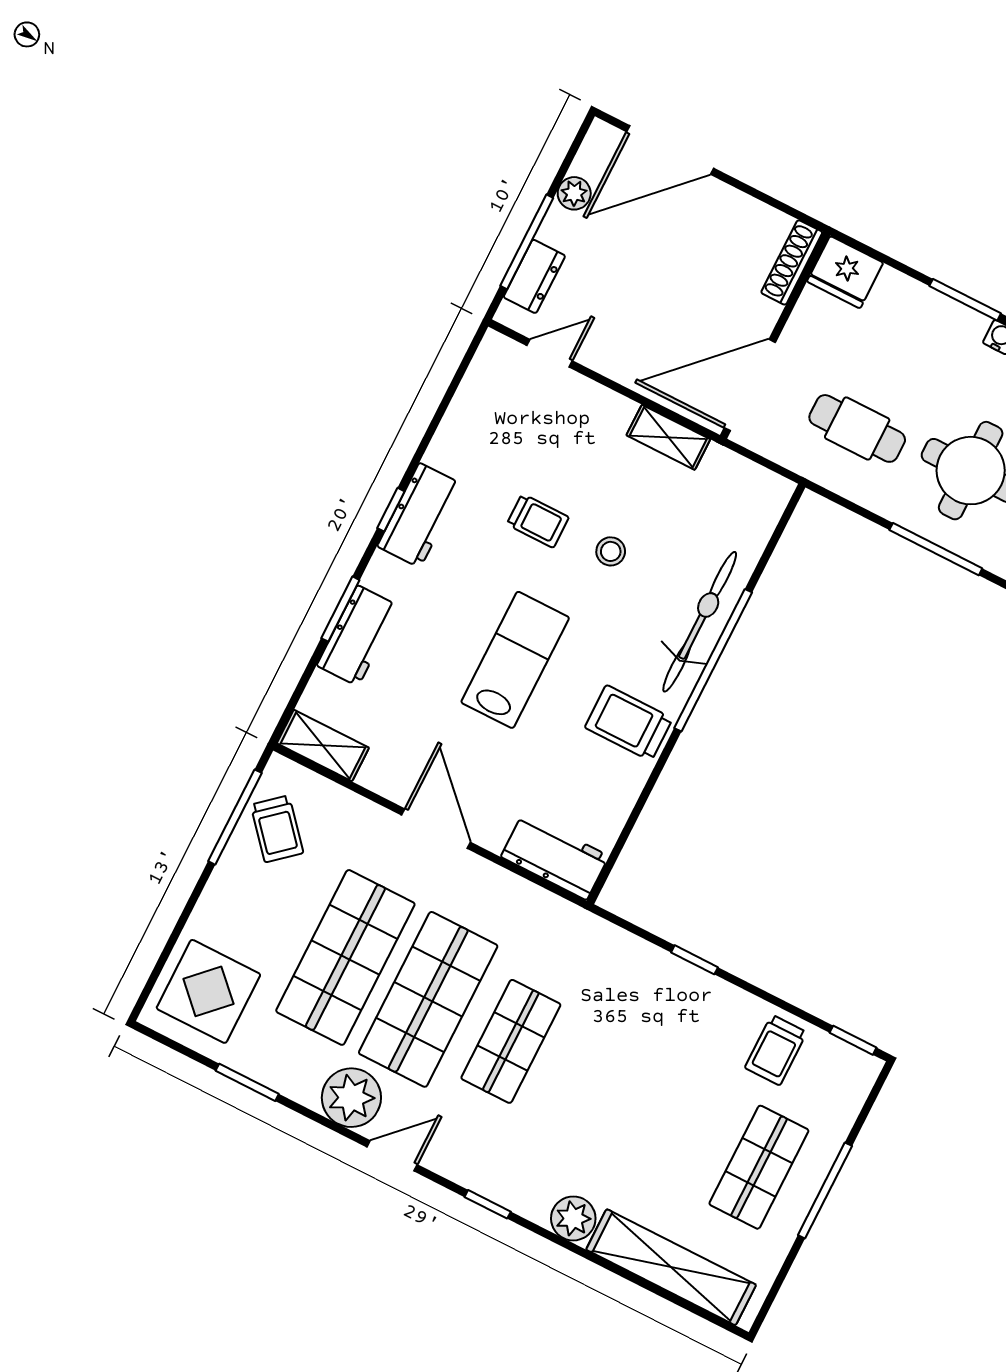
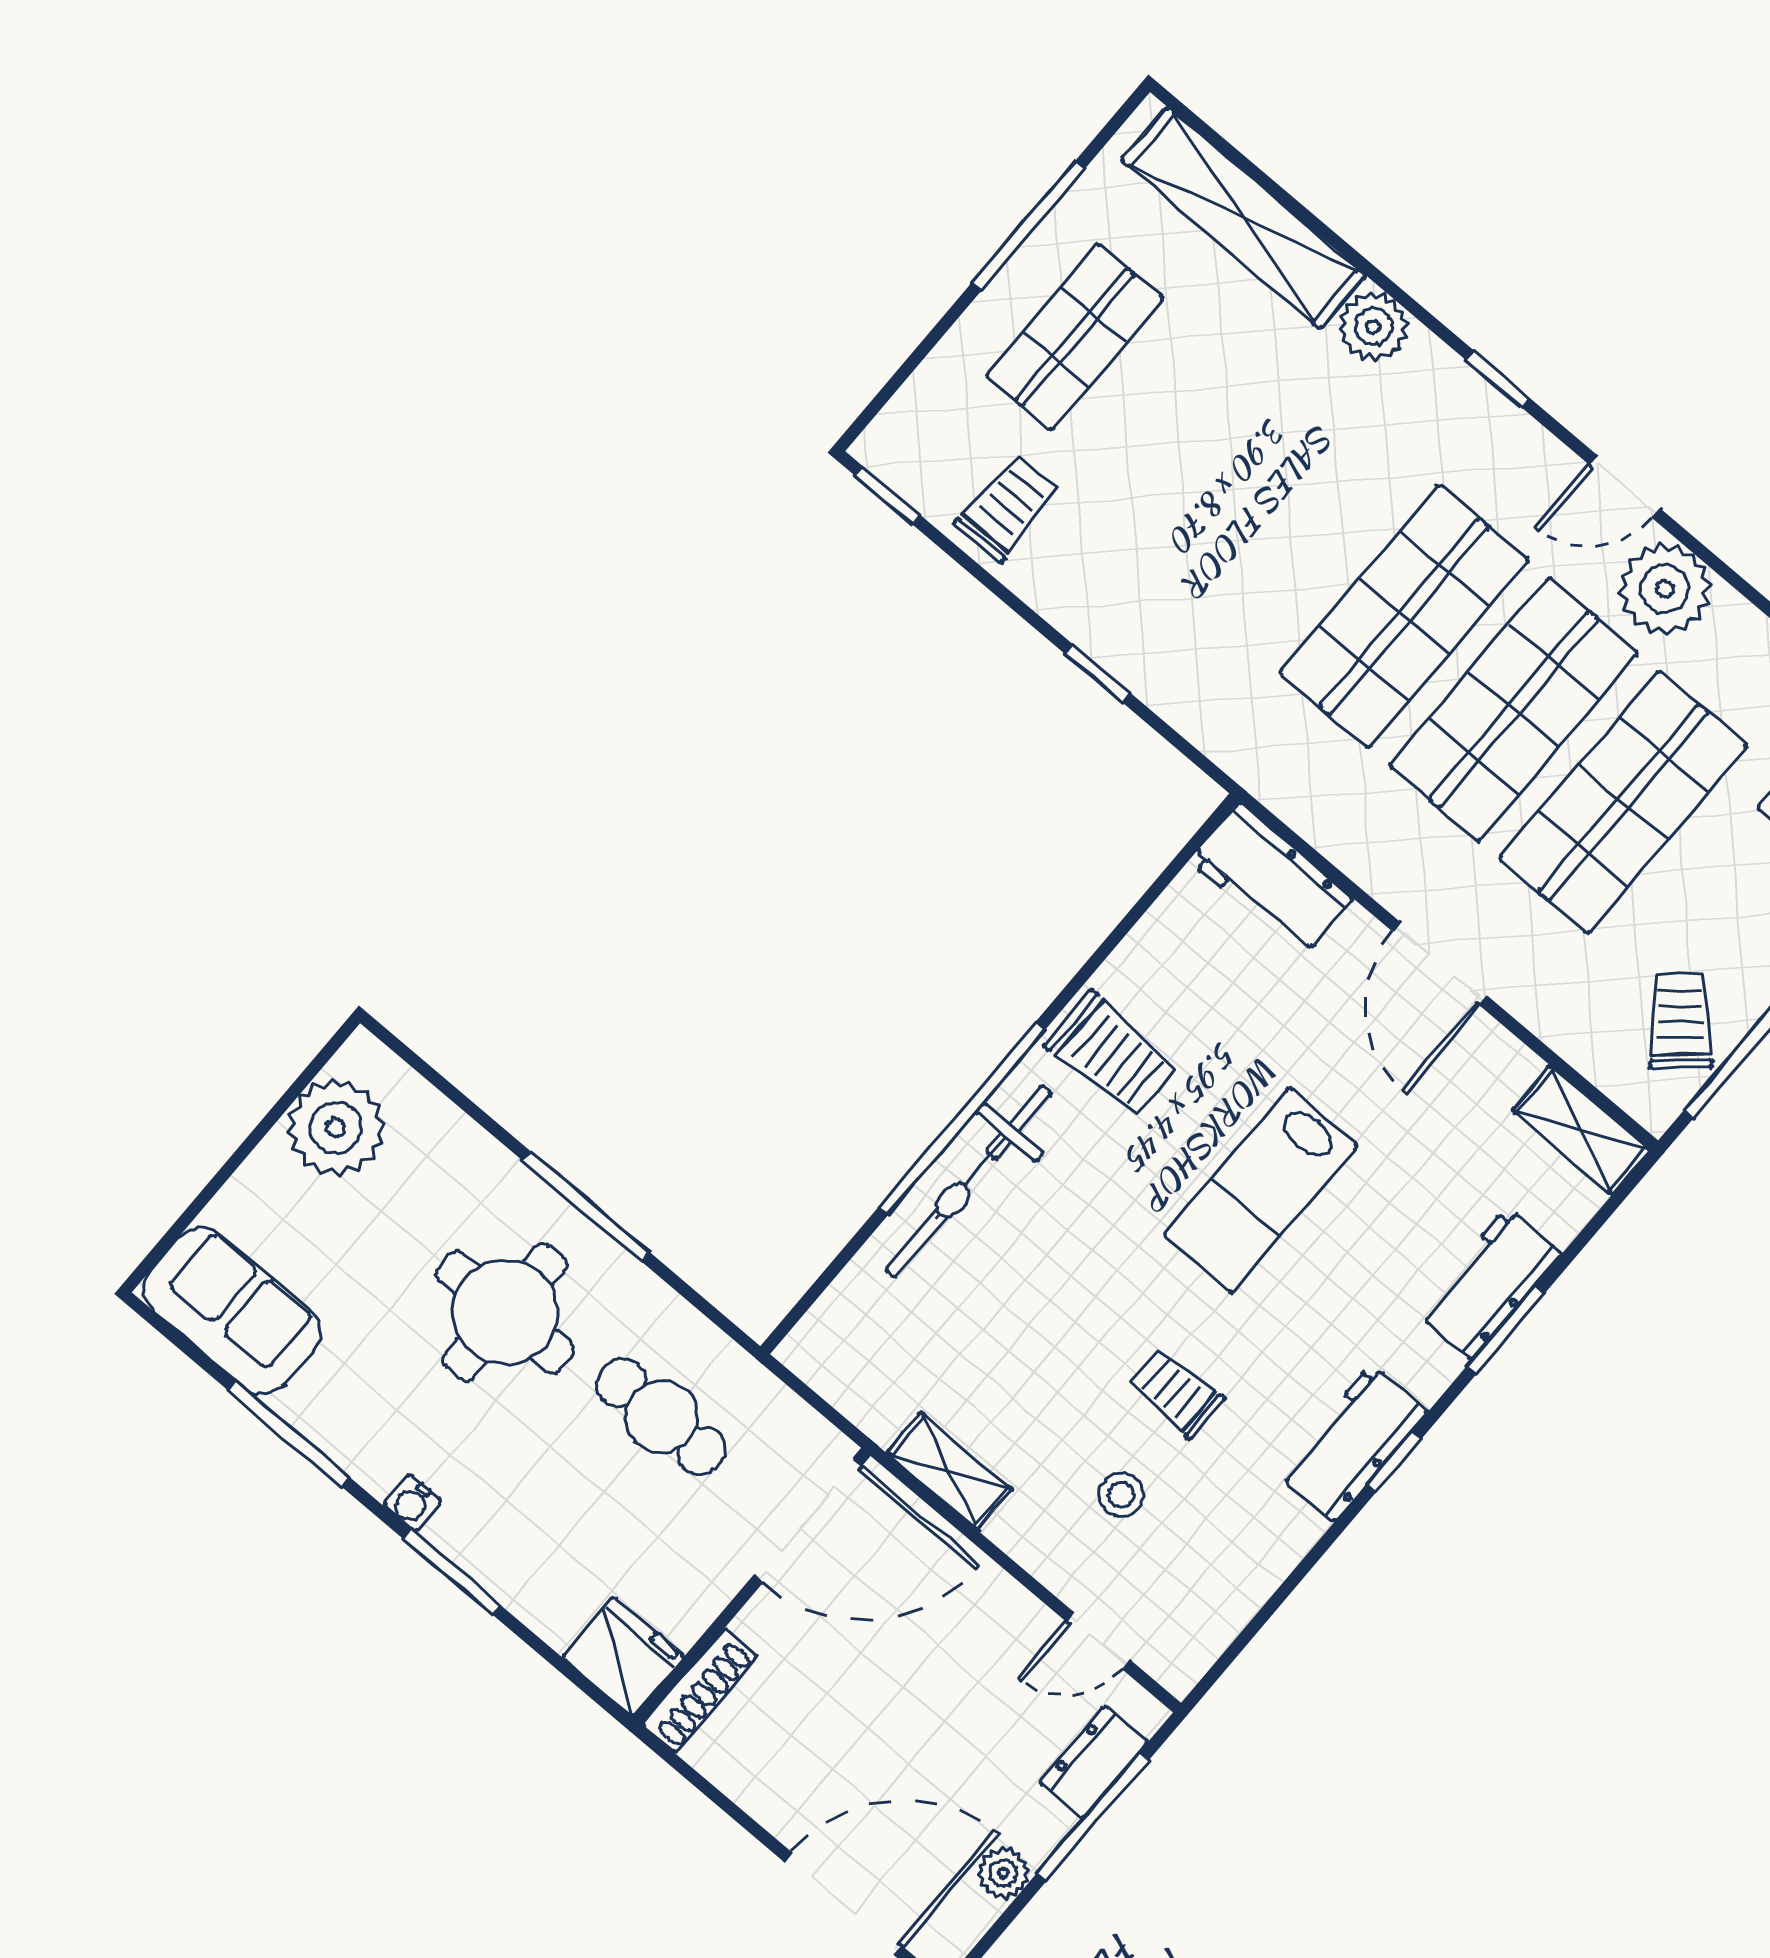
stool: (611, 551) -> (1121, 1495), moved
shop shelf: (511, 1041) -> (1404, 616), width x1.43, depth x1.36
window: (825, 1191) -> (1028, 226), moved

